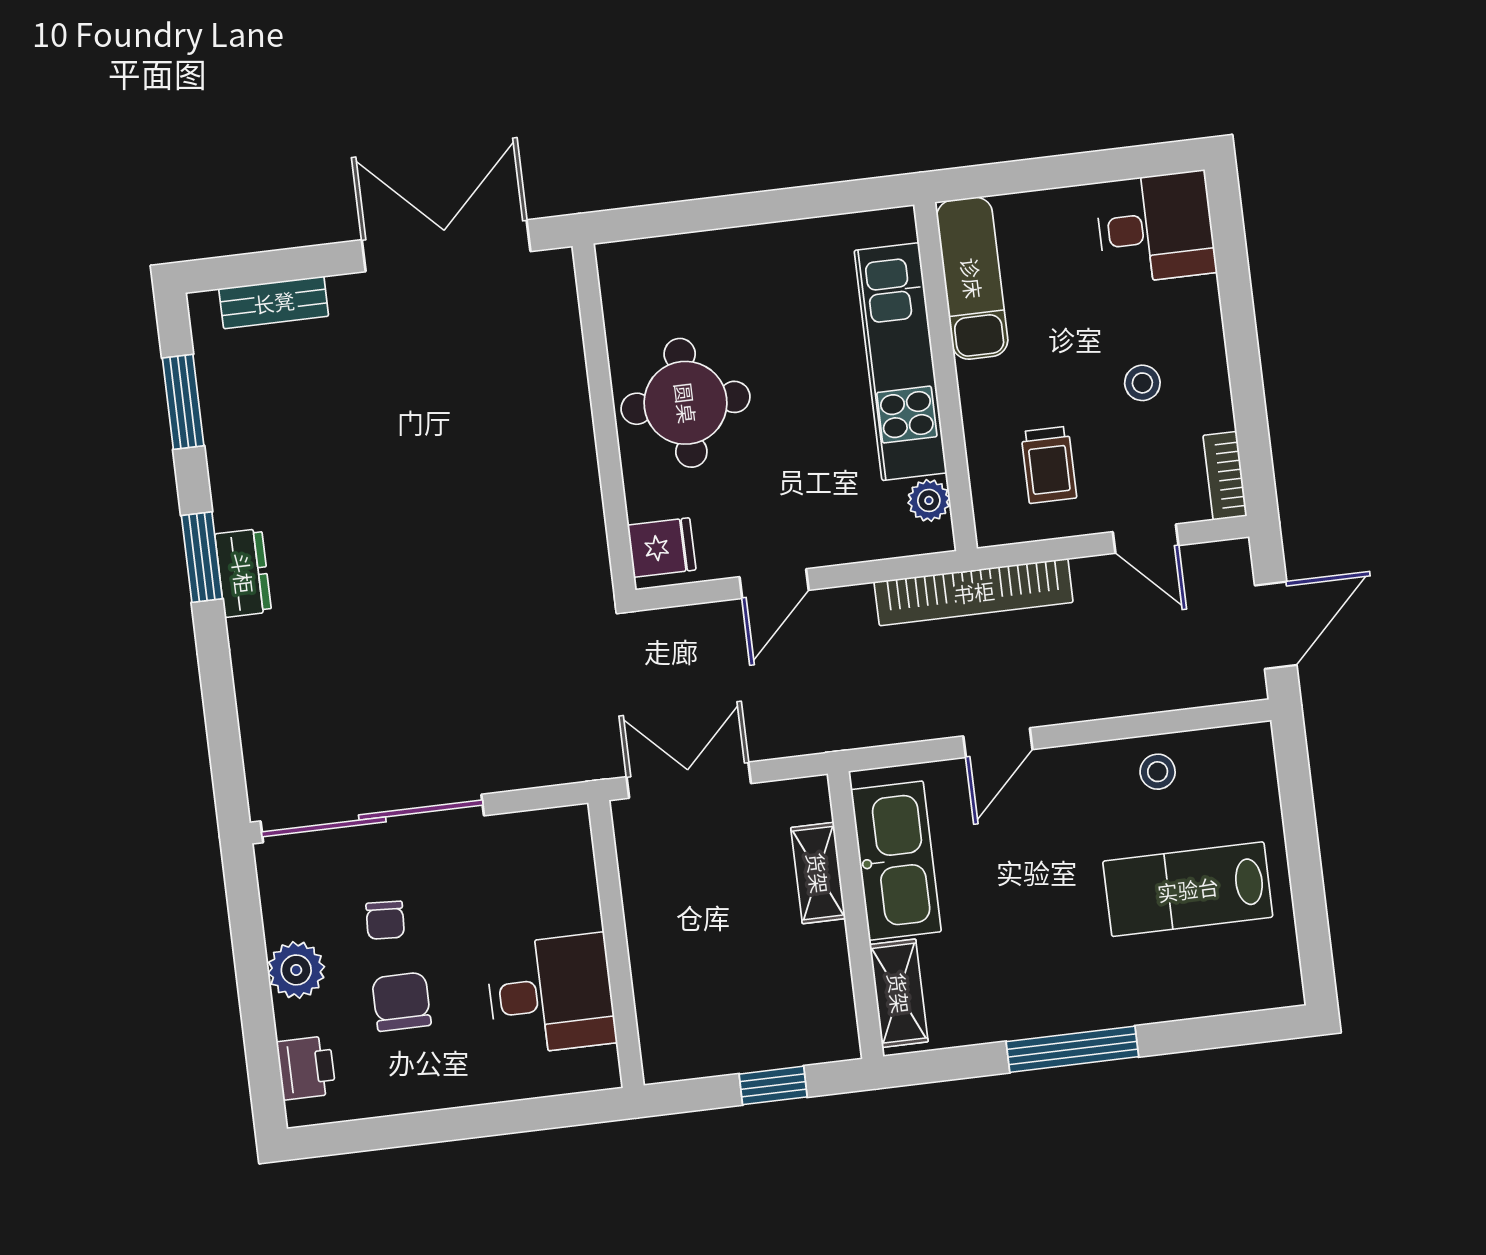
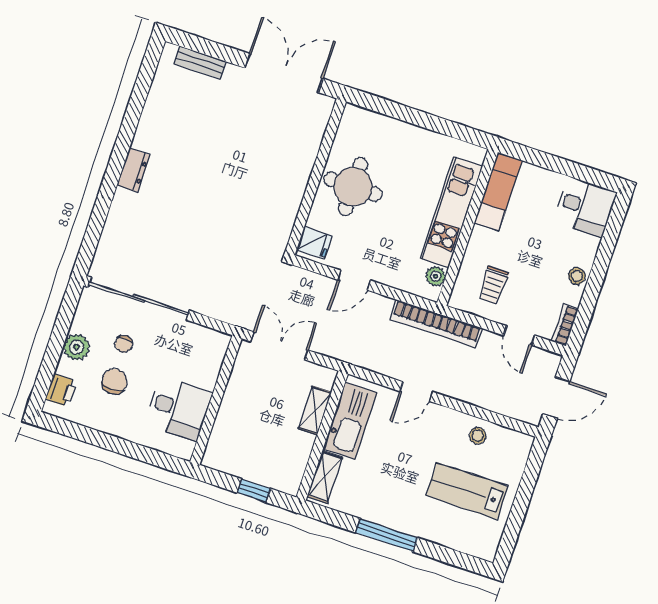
stool: (1142, 383) -> (577, 276), moved
window: (183, 402) -> (142, 86), removed
window: (202, 557) -> (119, 155), removed

